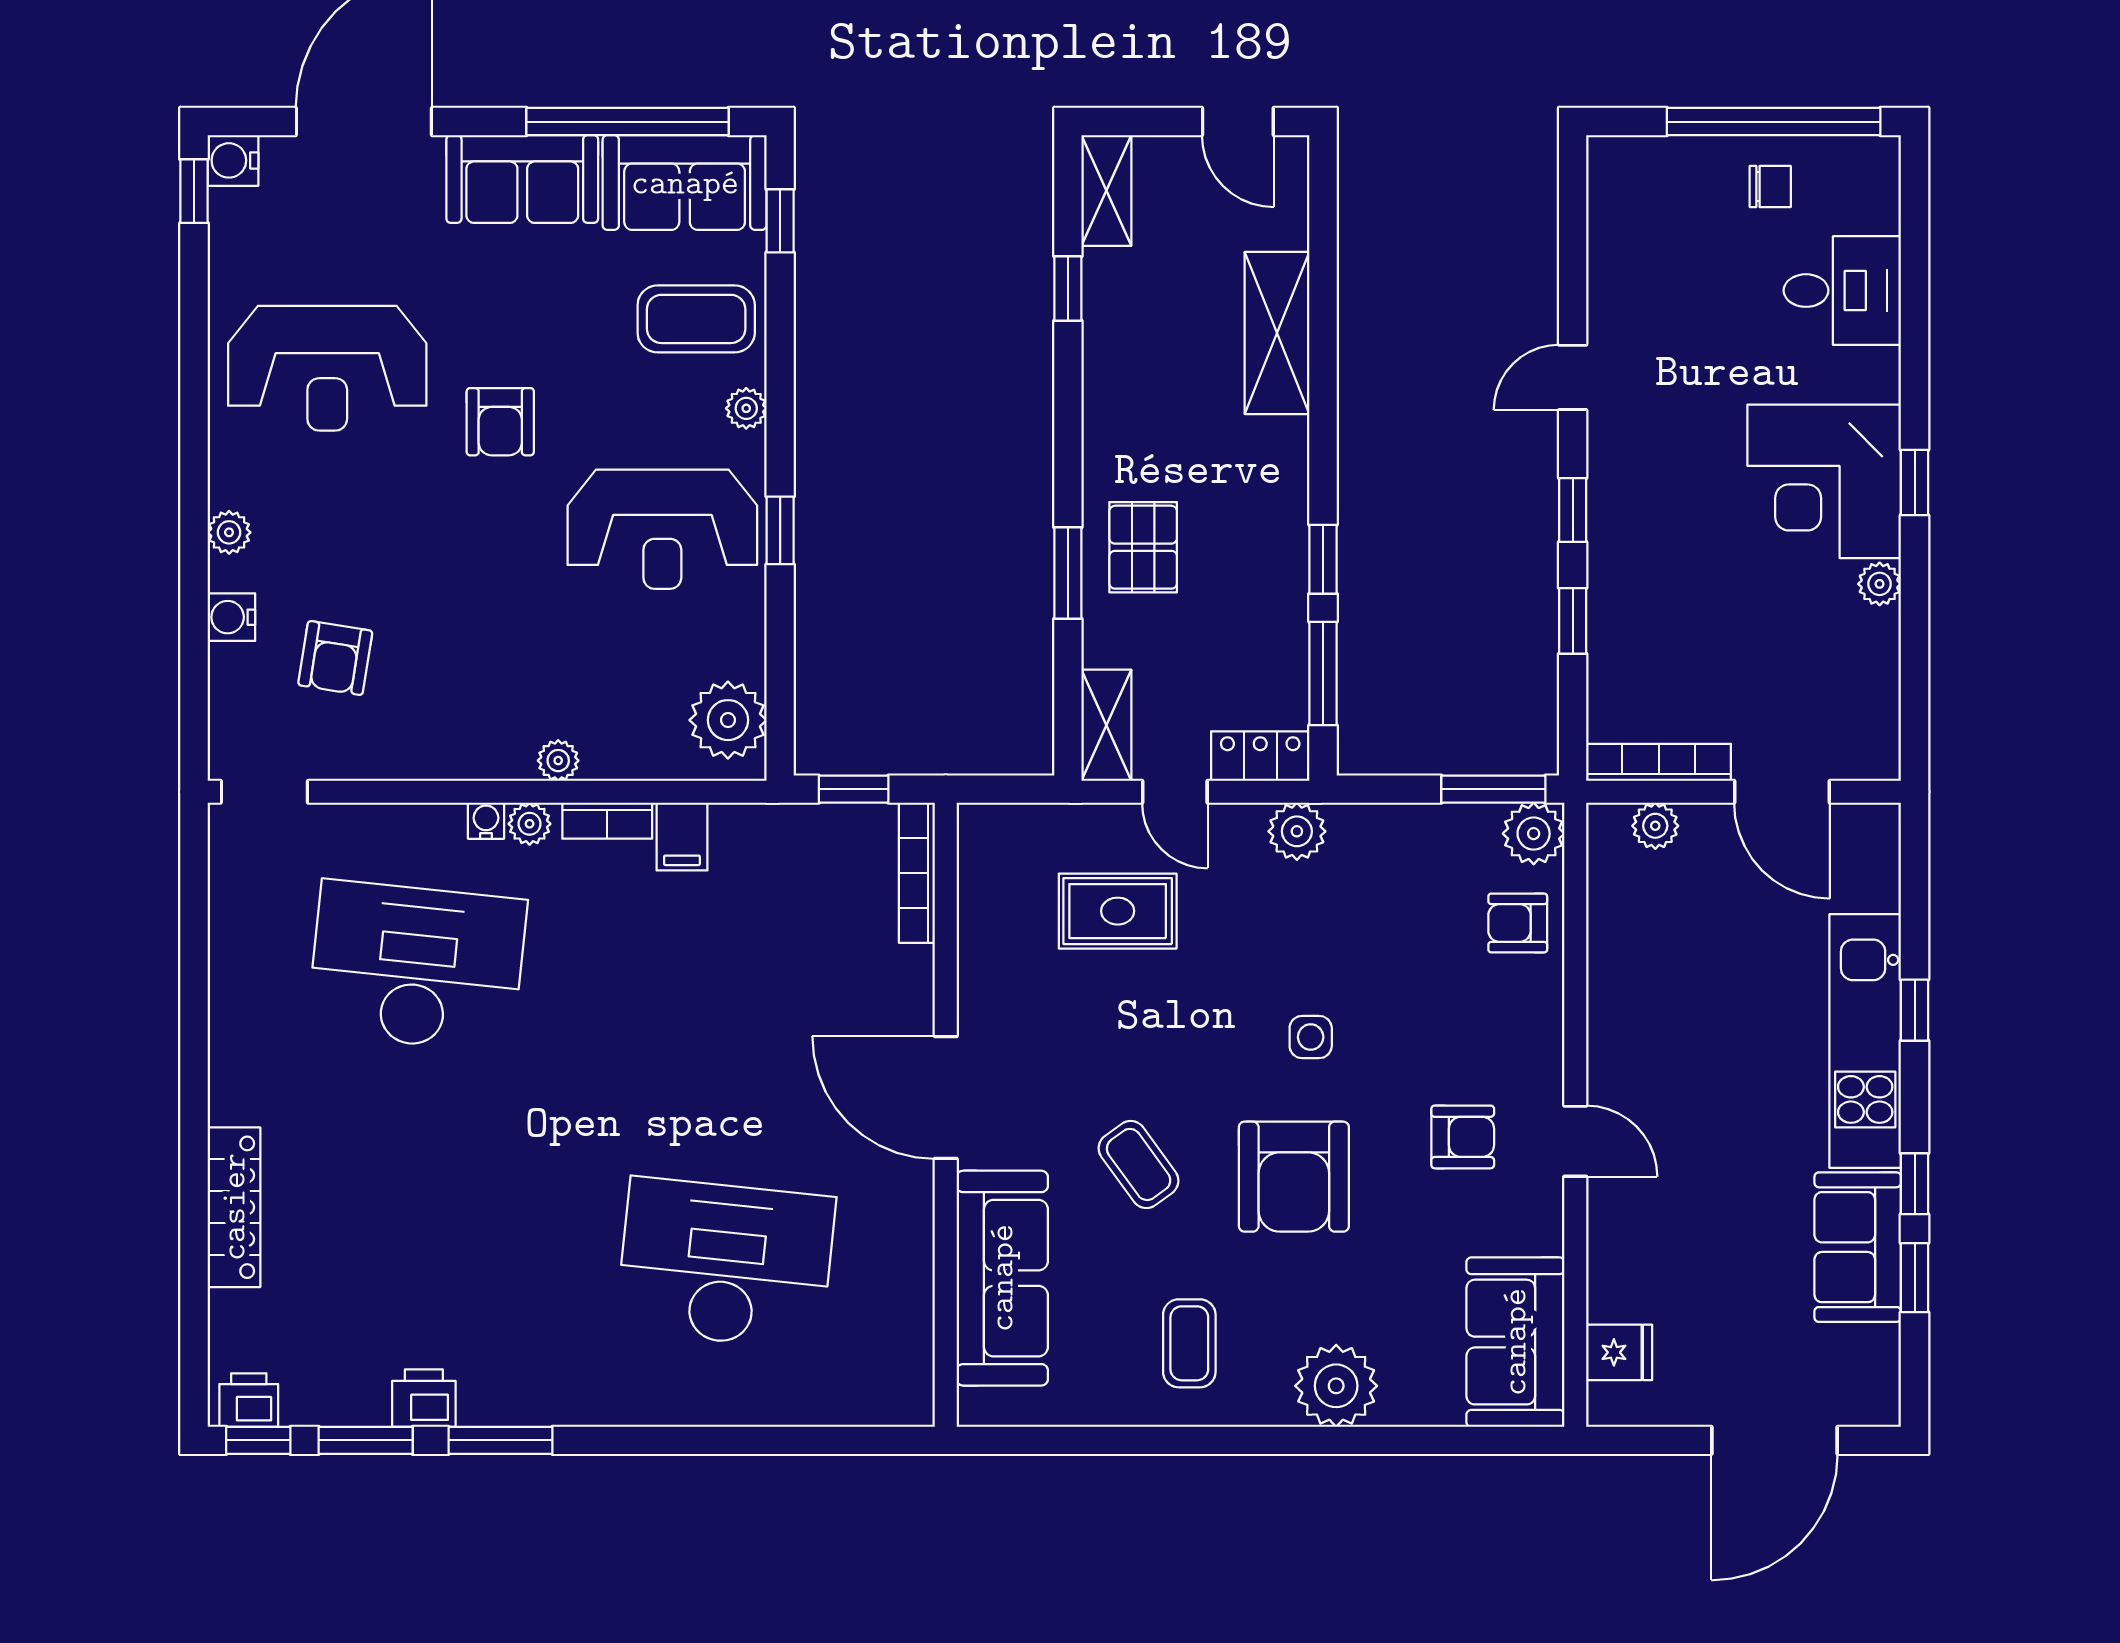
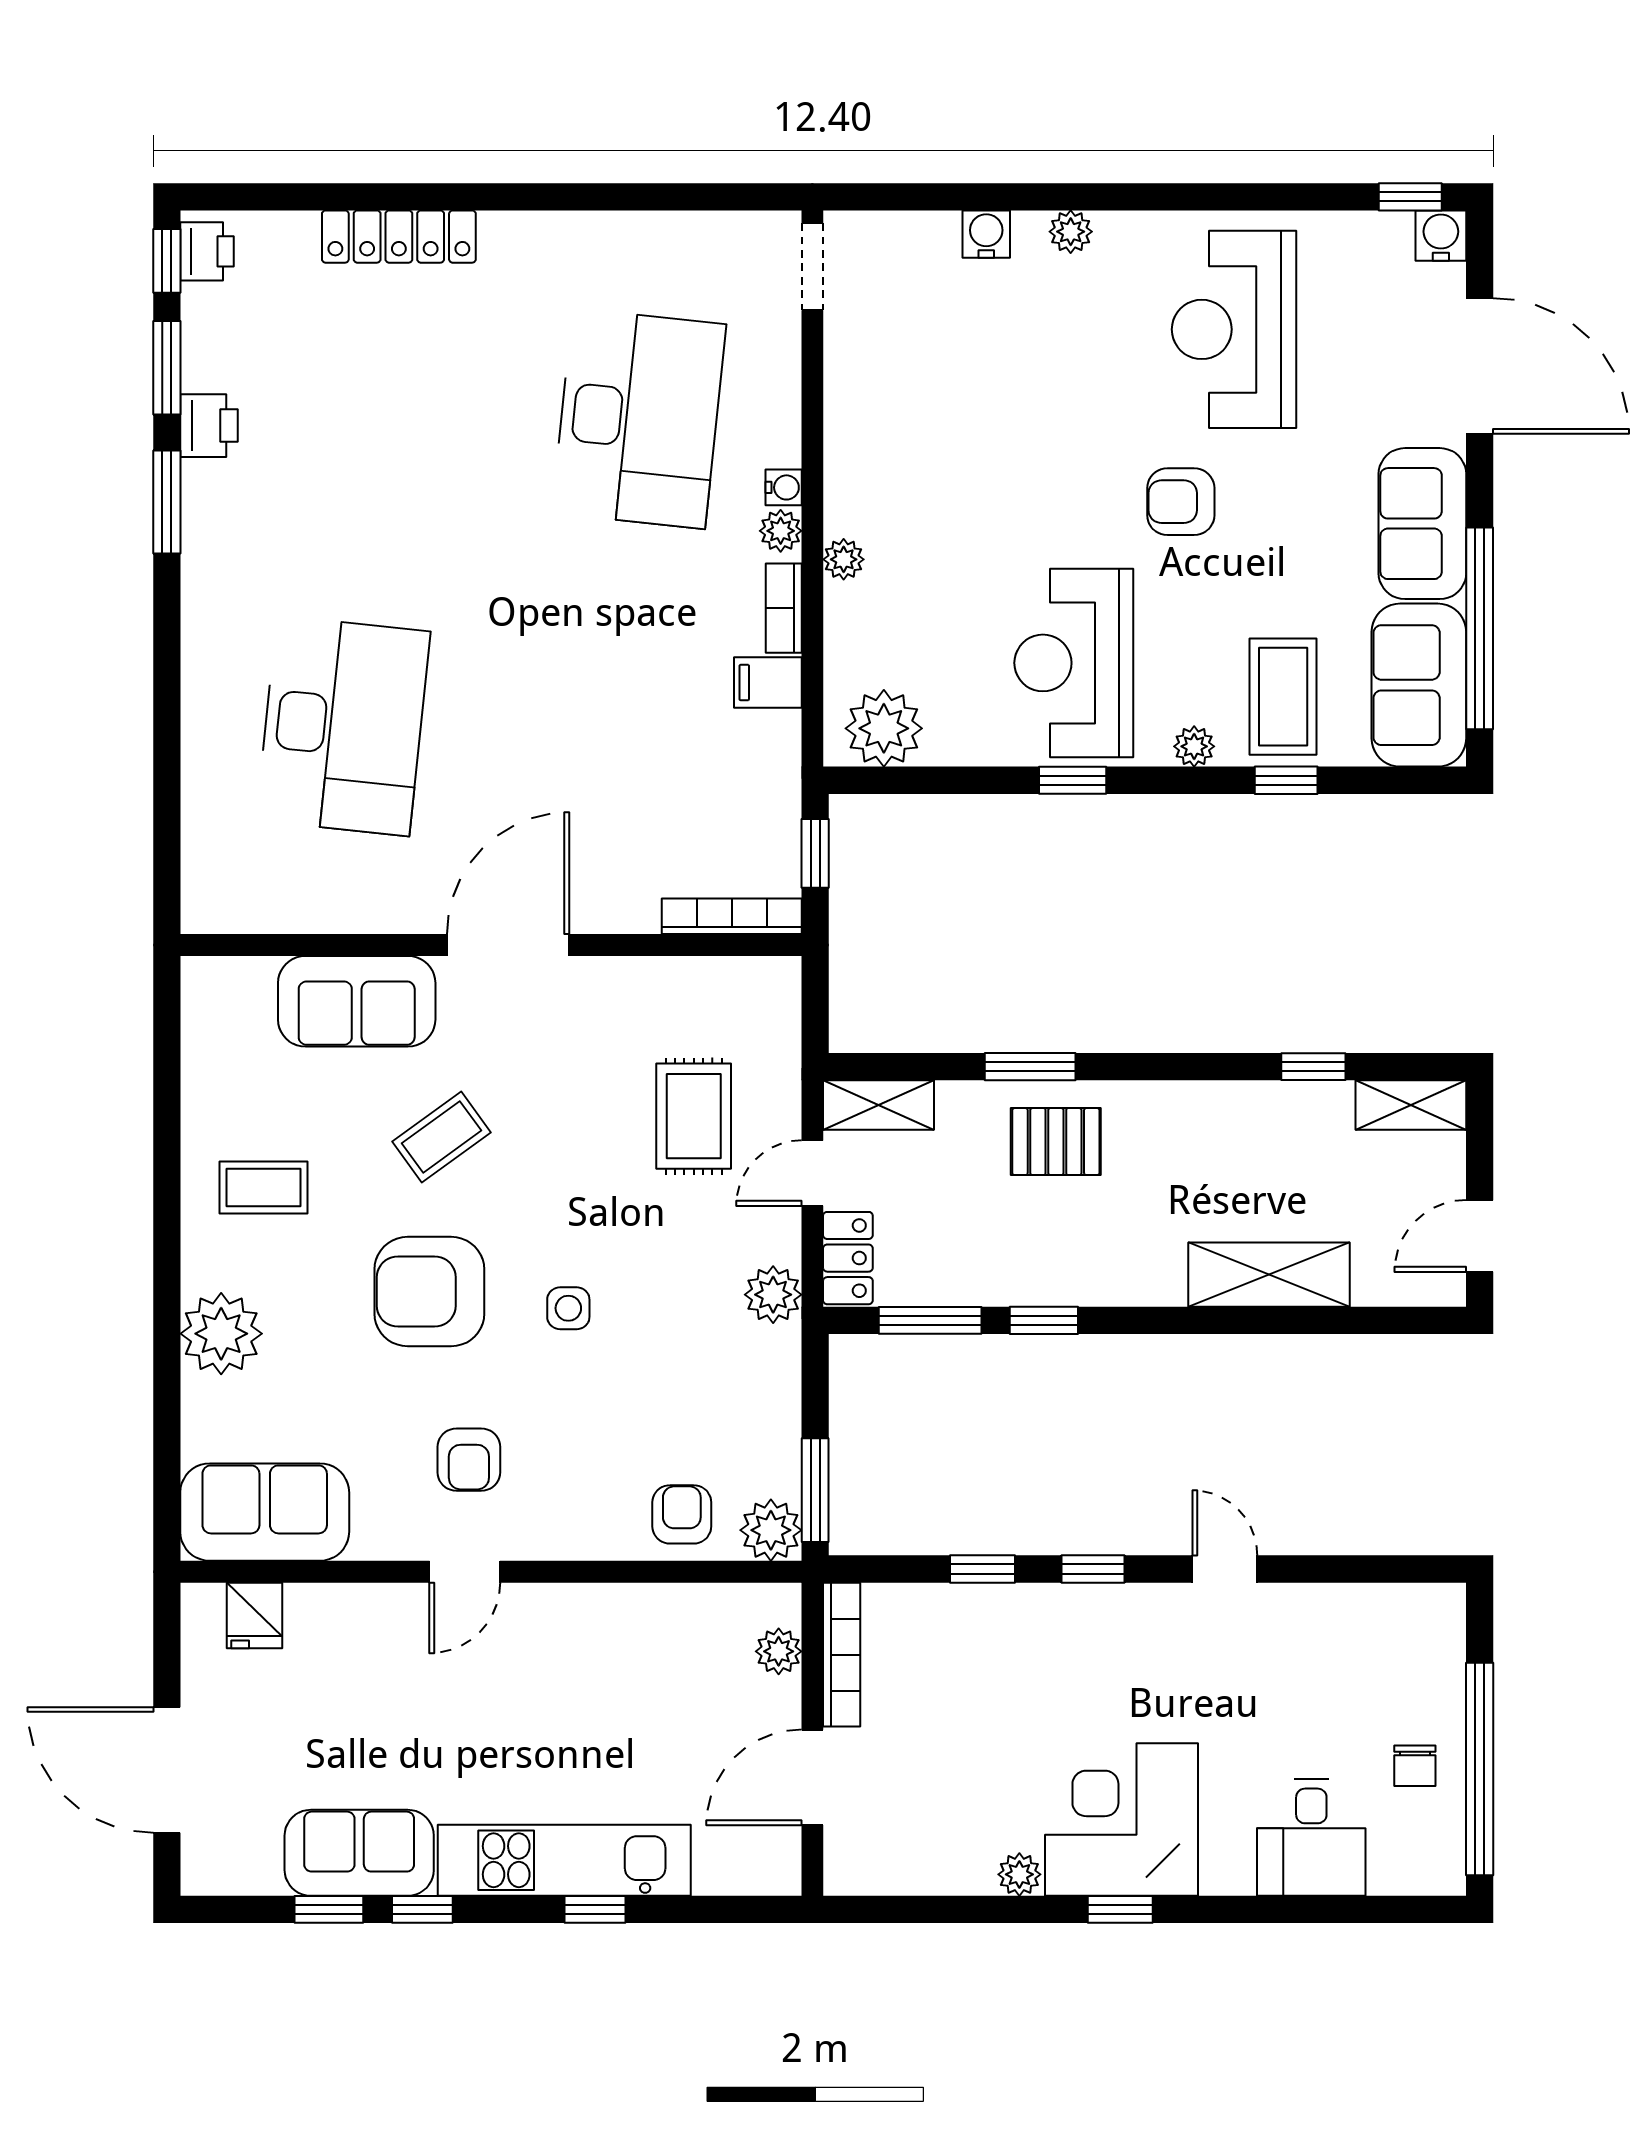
window: (780, 221) -> (1286, 780), moved
armchair: (335, 658) -> (946, 337), removed
sofa: (1002, 1278) -> (357, 1001), width x0.73

